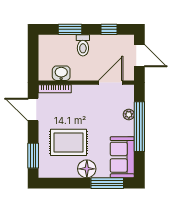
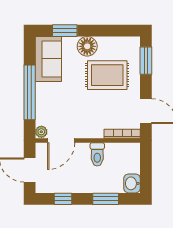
toilet: (83, 45) -> (97, 154), moved, turned 180
washbasin: (61, 73) -> (132, 183), moved, turned 90
plant: (129, 115) -> (41, 132), moved
window: (107, 183) -> (65, 31), width x0.69

